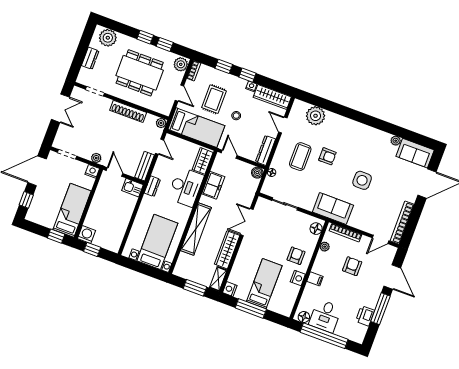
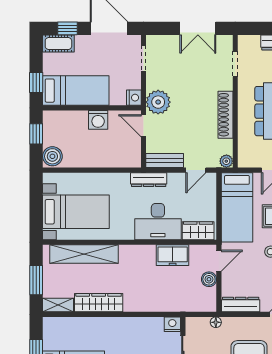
plant: (96, 158) -> (158, 102), width x1.88, depth x1.88
door: (115, 172) -> (144, 126), swing flipped
boiler: (257, 173) -> (209, 279), moved
dresser: (152, 186) -> (149, 180), width x1.44
kitchen sink: (132, 188) -> (132, 155), removed
cot: (34, 210) -> (58, 44), added
double door: (247, 222) -> (142, 314), removed
shelving: (196, 229) -> (84, 254), moved
washing machine: (87, 235) -> (98, 120), moved, turned 90
boiler: (112, 244) -> (52, 156), added
nightstand: (230, 289) -> (172, 324), moved

